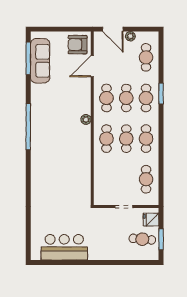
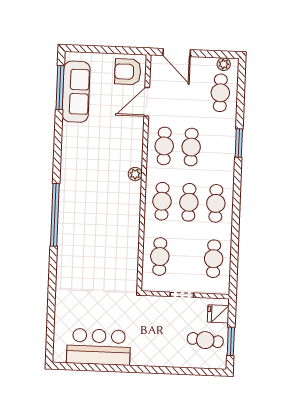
plant: (130, 36) -> (224, 64), moved
cafe table: (146, 98) -> (160, 257), moved
window: (28, 127) -> (55, 215), moved

